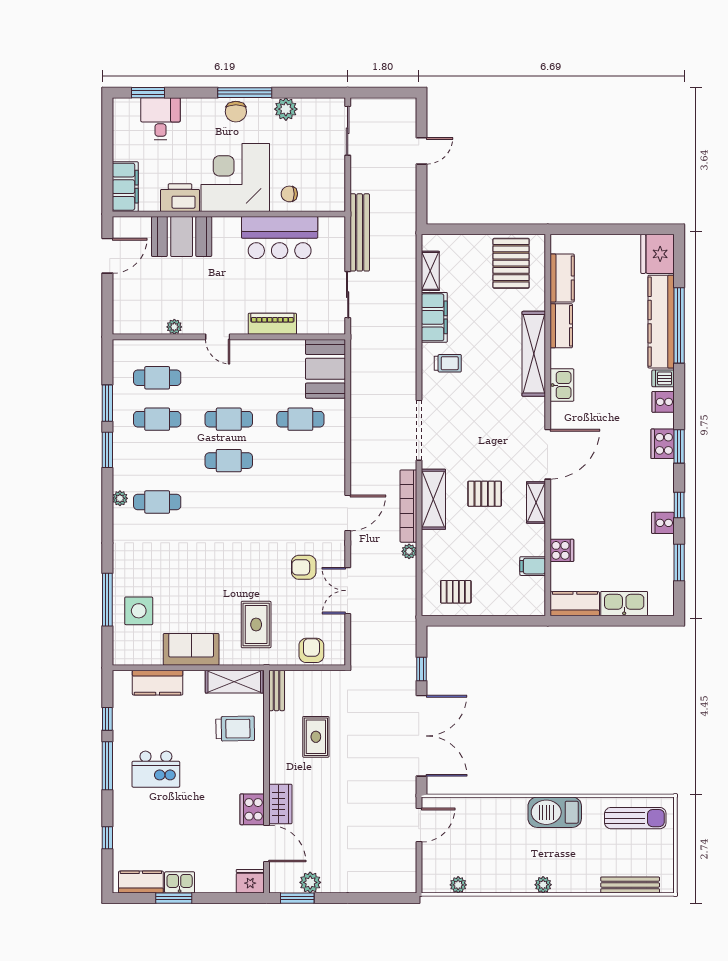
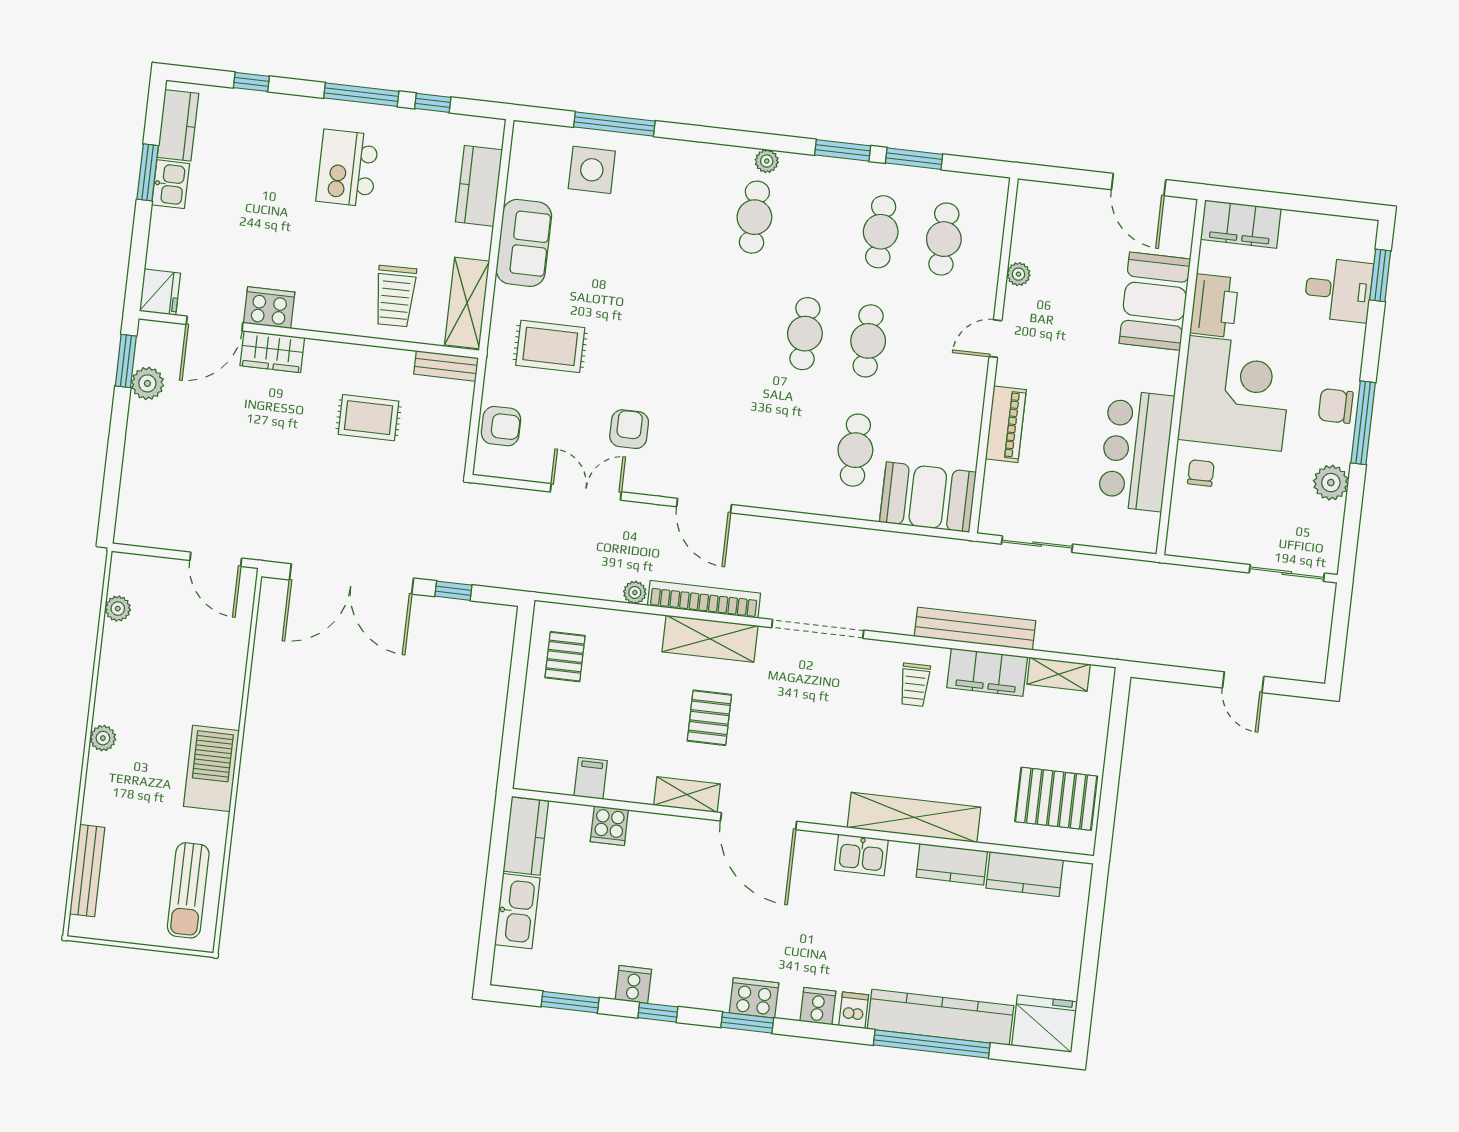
bench: (360, 232) -> (975, 629), moved

